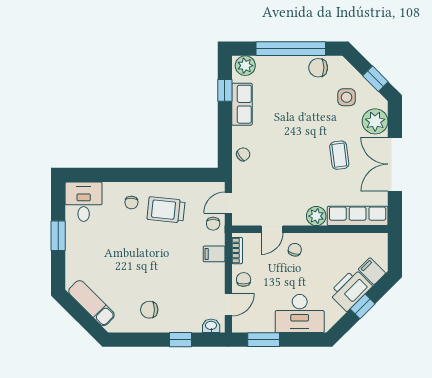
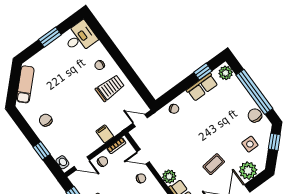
window: (375, 79) -> (274, 142), moved
trolley: (166, 210) -> (110, 88), turned 84
chair: (213, 224) -> (122, 121), removed

